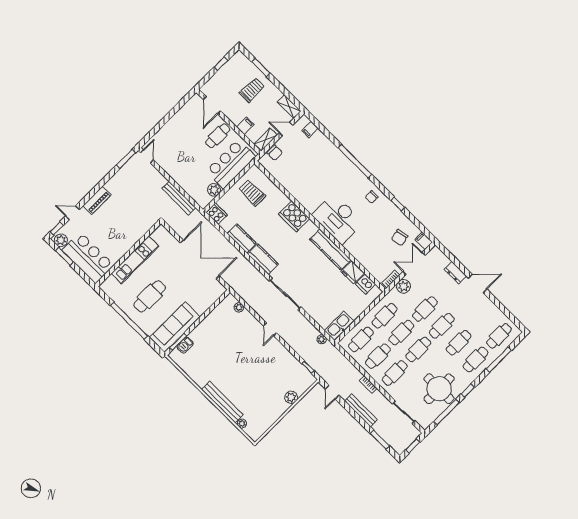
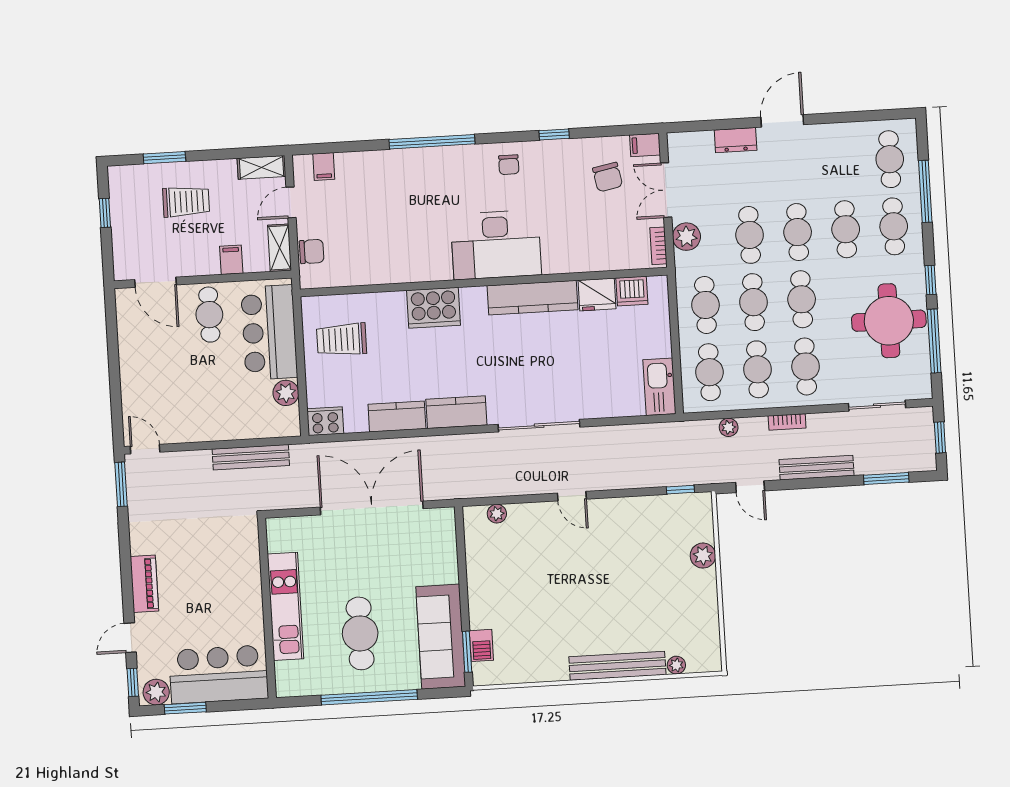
trolley: (252, 90) -> (186, 202), turned 90
plant: (322, 339) -> (729, 427), moved

